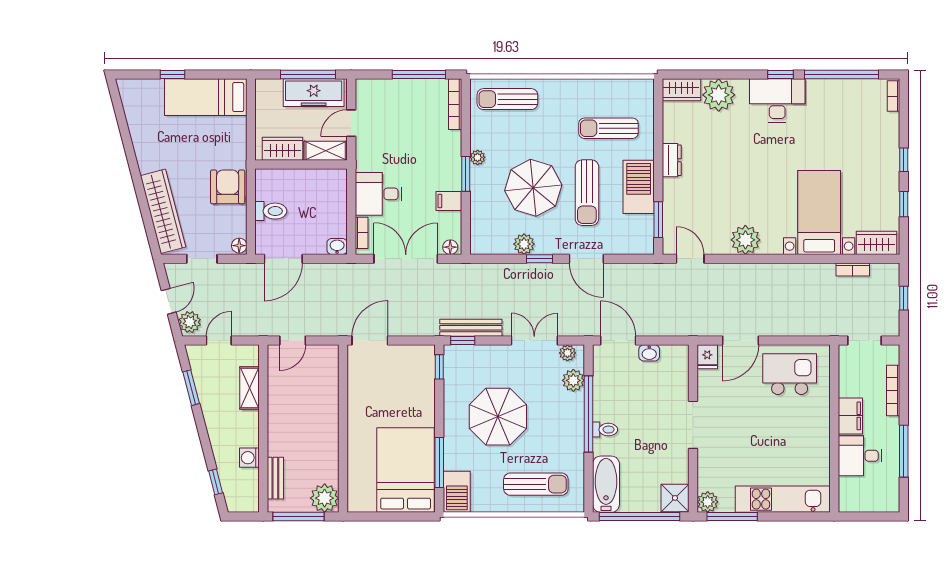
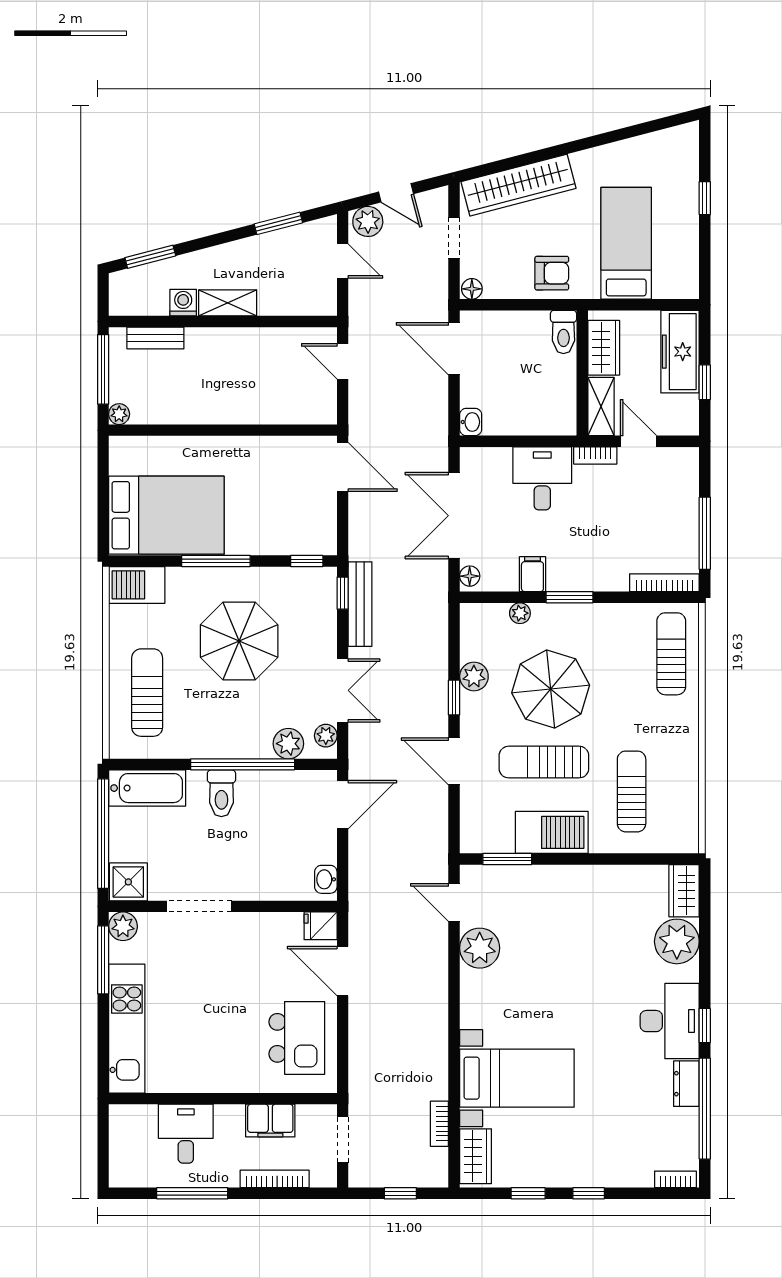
window: (308, 74) -> (705, 382), width x0.46
freezer: (314, 93) -> (680, 352), moved
bed: (206, 97) -> (626, 243), moved
plant: (478, 157) -> (520, 613), moved
dresser: (672, 160) -> (686, 1084), moved, turned 90
armchair: (228, 187) -> (552, 273), width x0.72, depth x0.72
toilet: (271, 211) -> (563, 332), moved
bookcase: (362, 233) -> (595, 455), moved
plant: (745, 240) -> (480, 948), moved
double door: (406, 259) -> (454, 516), swing flipped
door: (586, 259) -> (454, 761), hinge flipped
door: (690, 259) -> (454, 903), swing flipped
washbasin: (649, 353) -> (326, 879), moved
shelving: (249, 388) -> (228, 303), moved
filing cabinet: (850, 416) -> (270, 1121), moved
doorway: (693, 425) -> (199, 906), moved
toilet: (605, 430) -> (221, 793), width x1.37, depth x1.39
window: (439, 462) -> (216, 561), moved
window: (216, 482) -> (150, 257), width x1.50
sun lounger: (536, 484) -> (147, 693), turned 180
plant: (325, 498) -> (119, 414), width x0.53, depth x0.53

